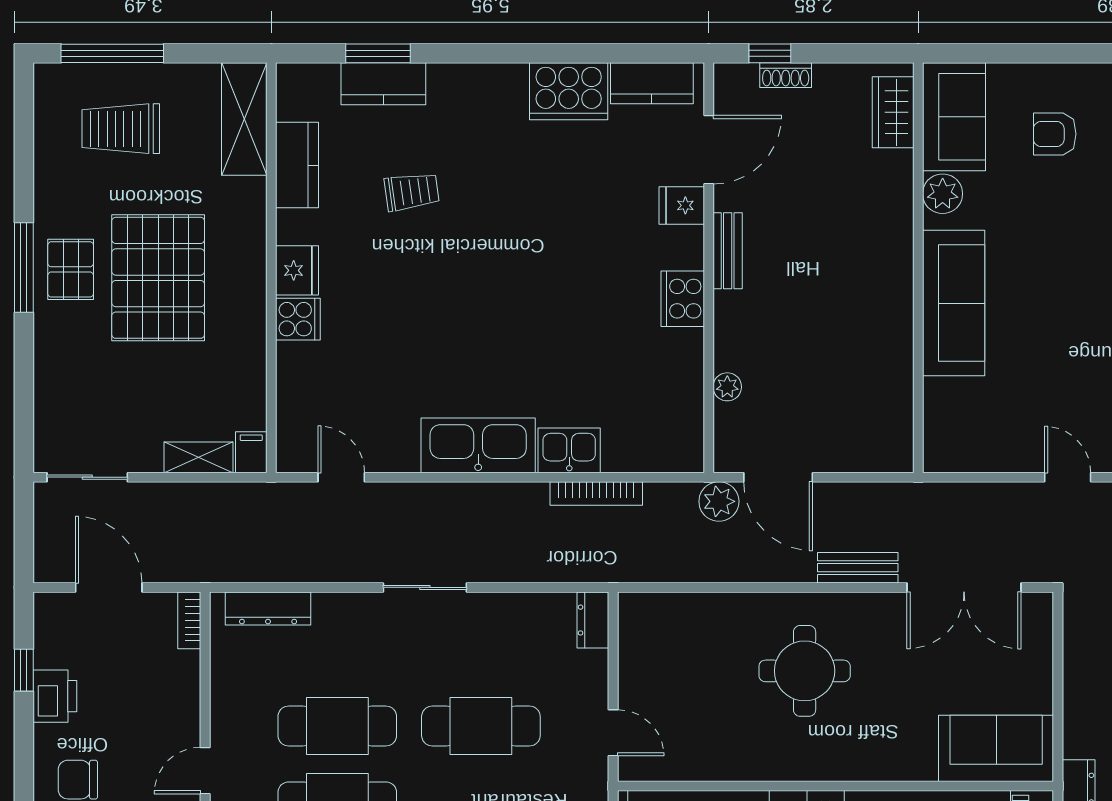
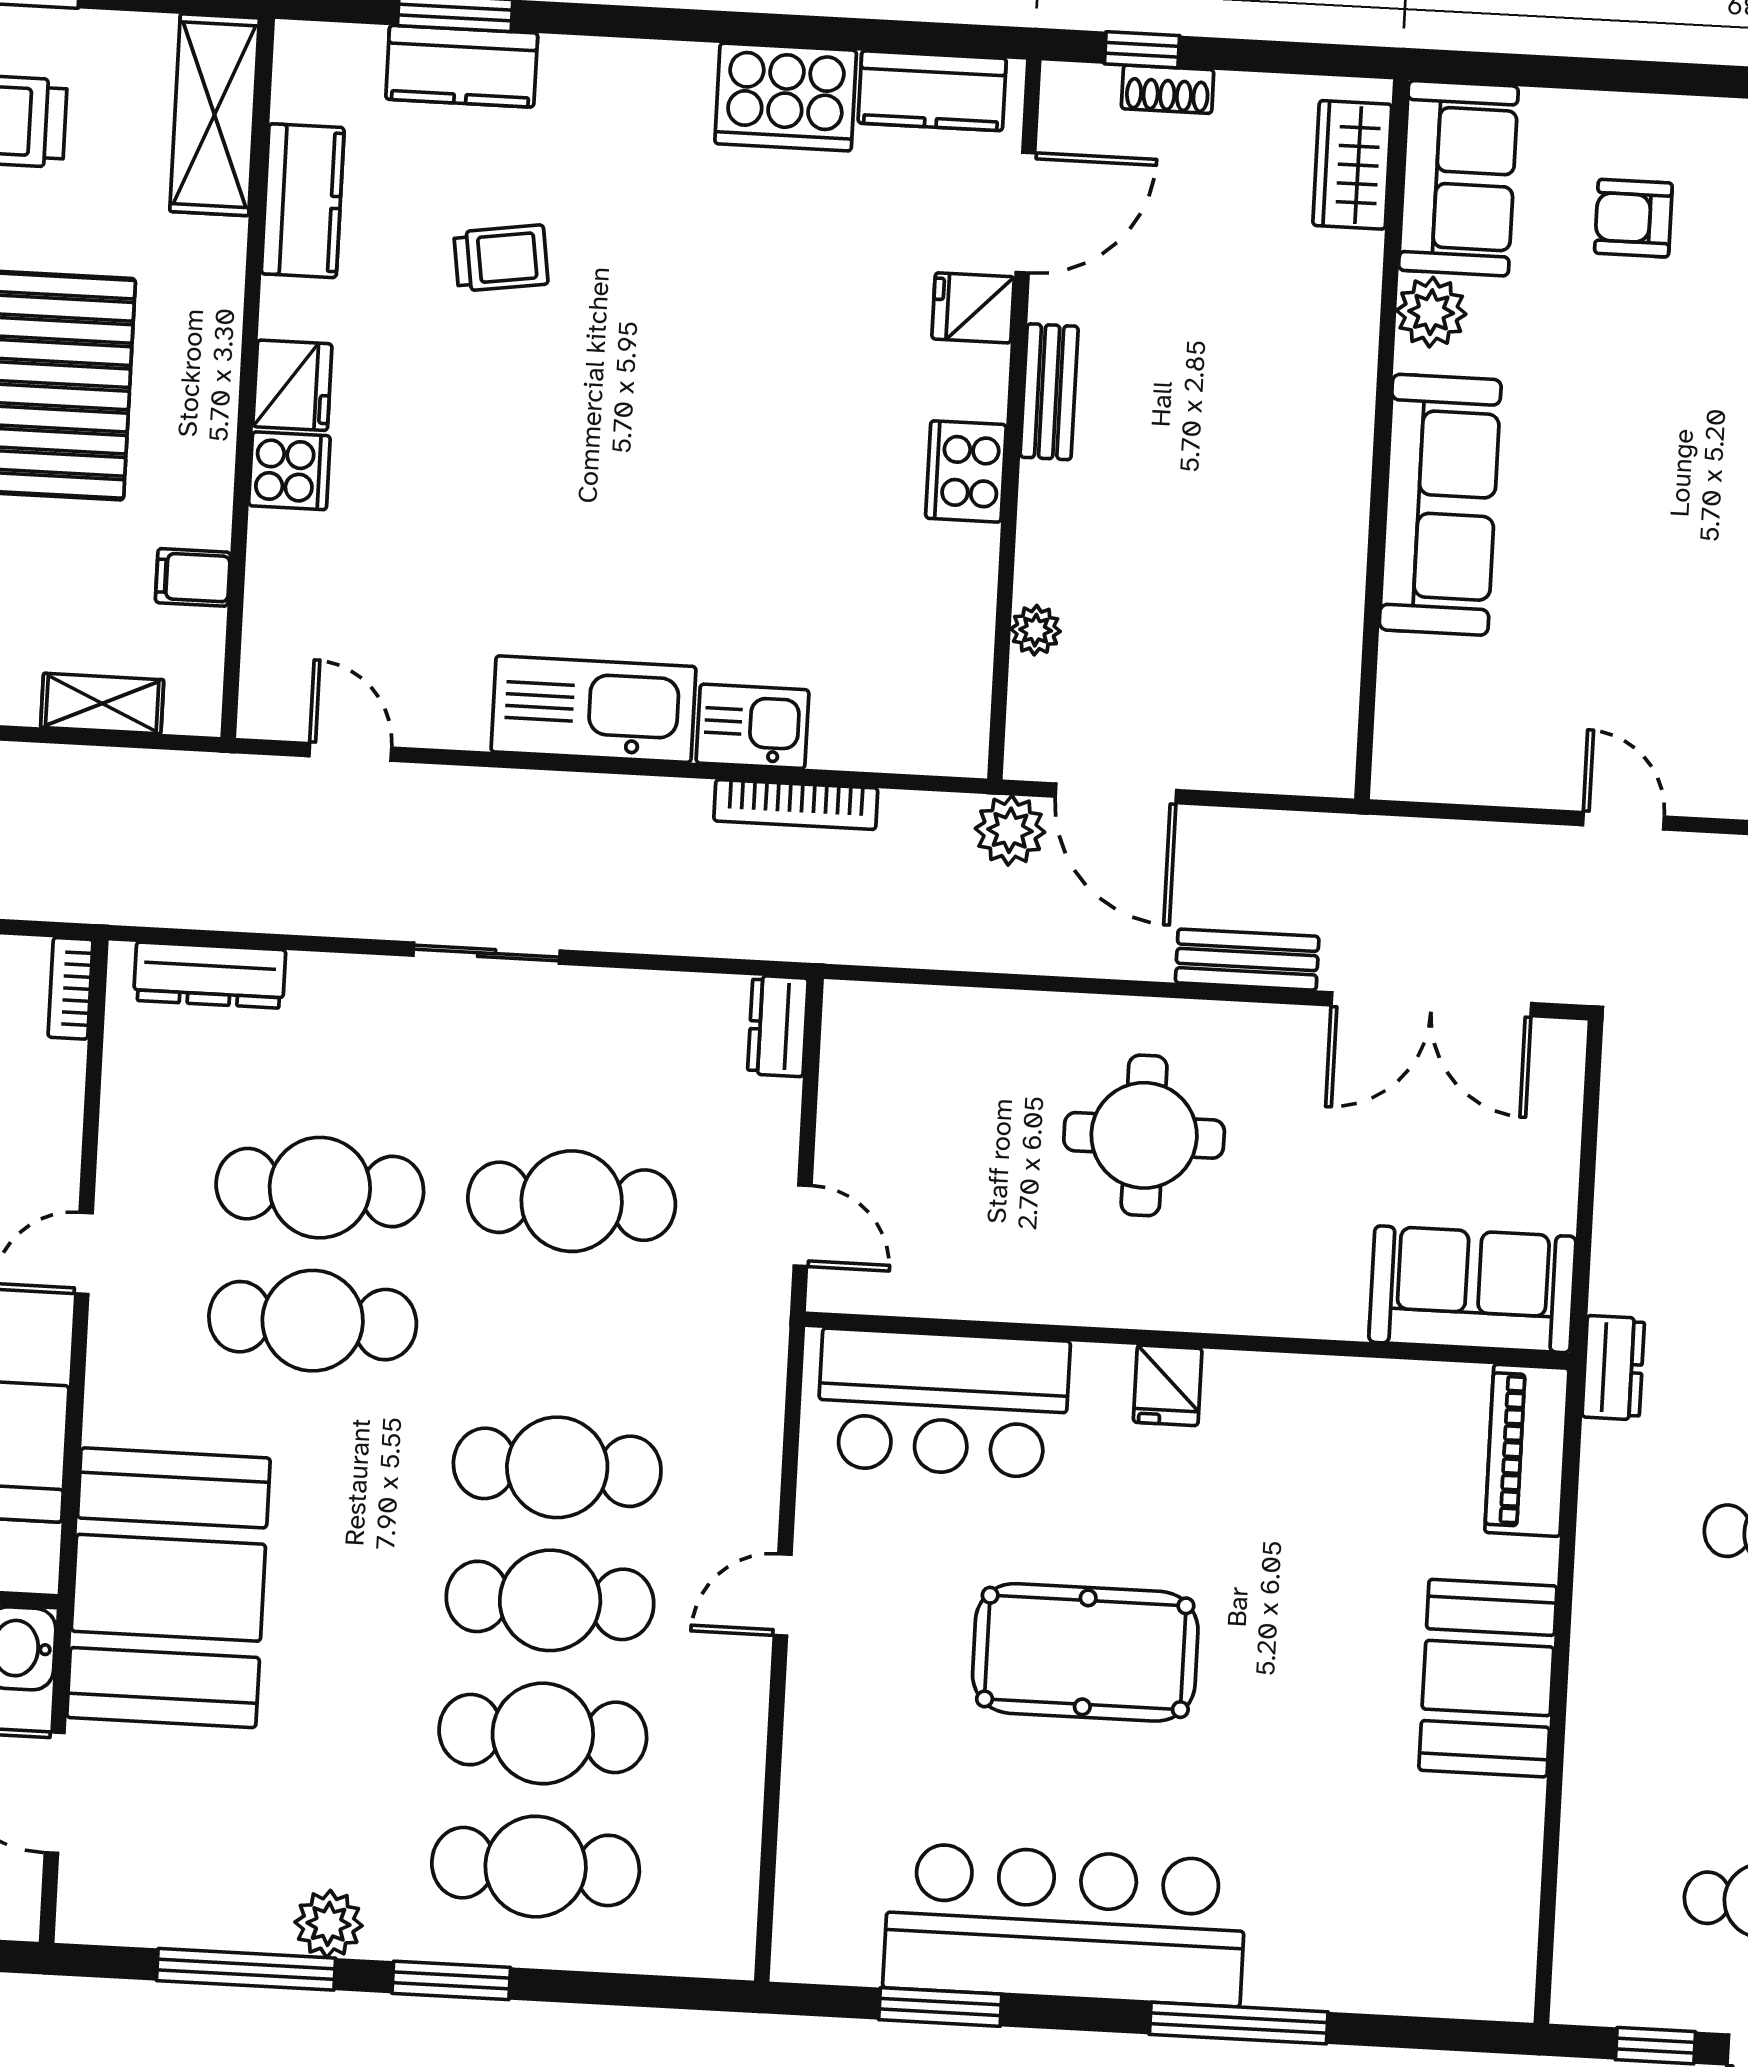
filing cabinet: (251, 452) -> (193, 577), moved, turned -90

